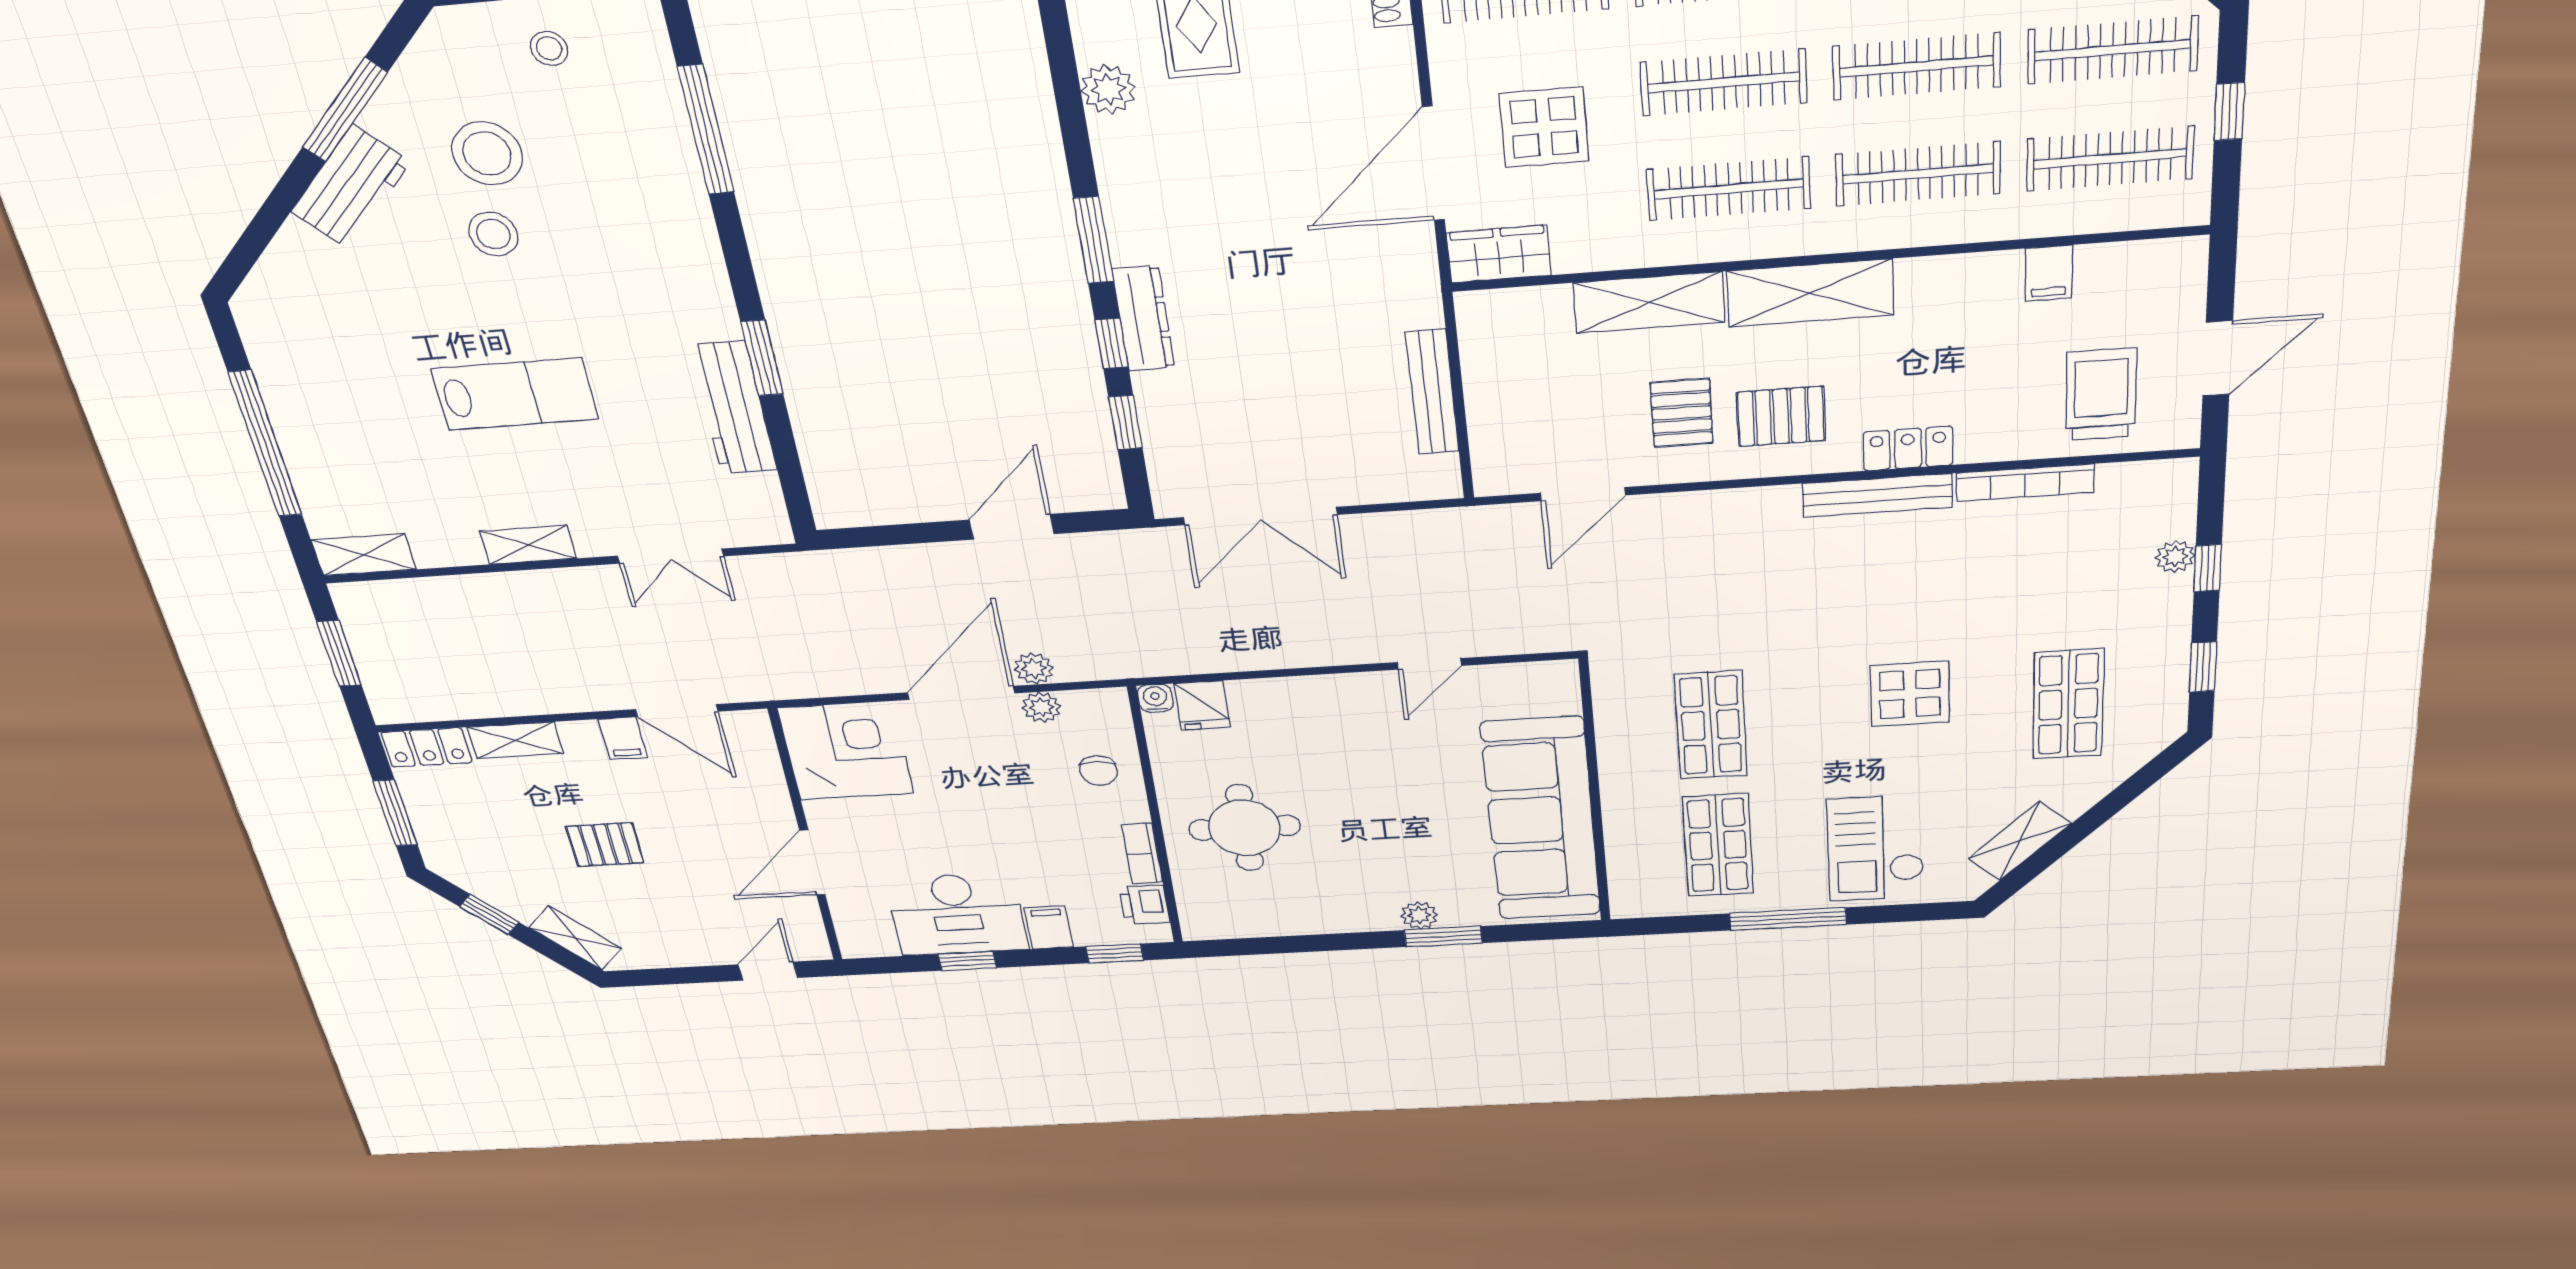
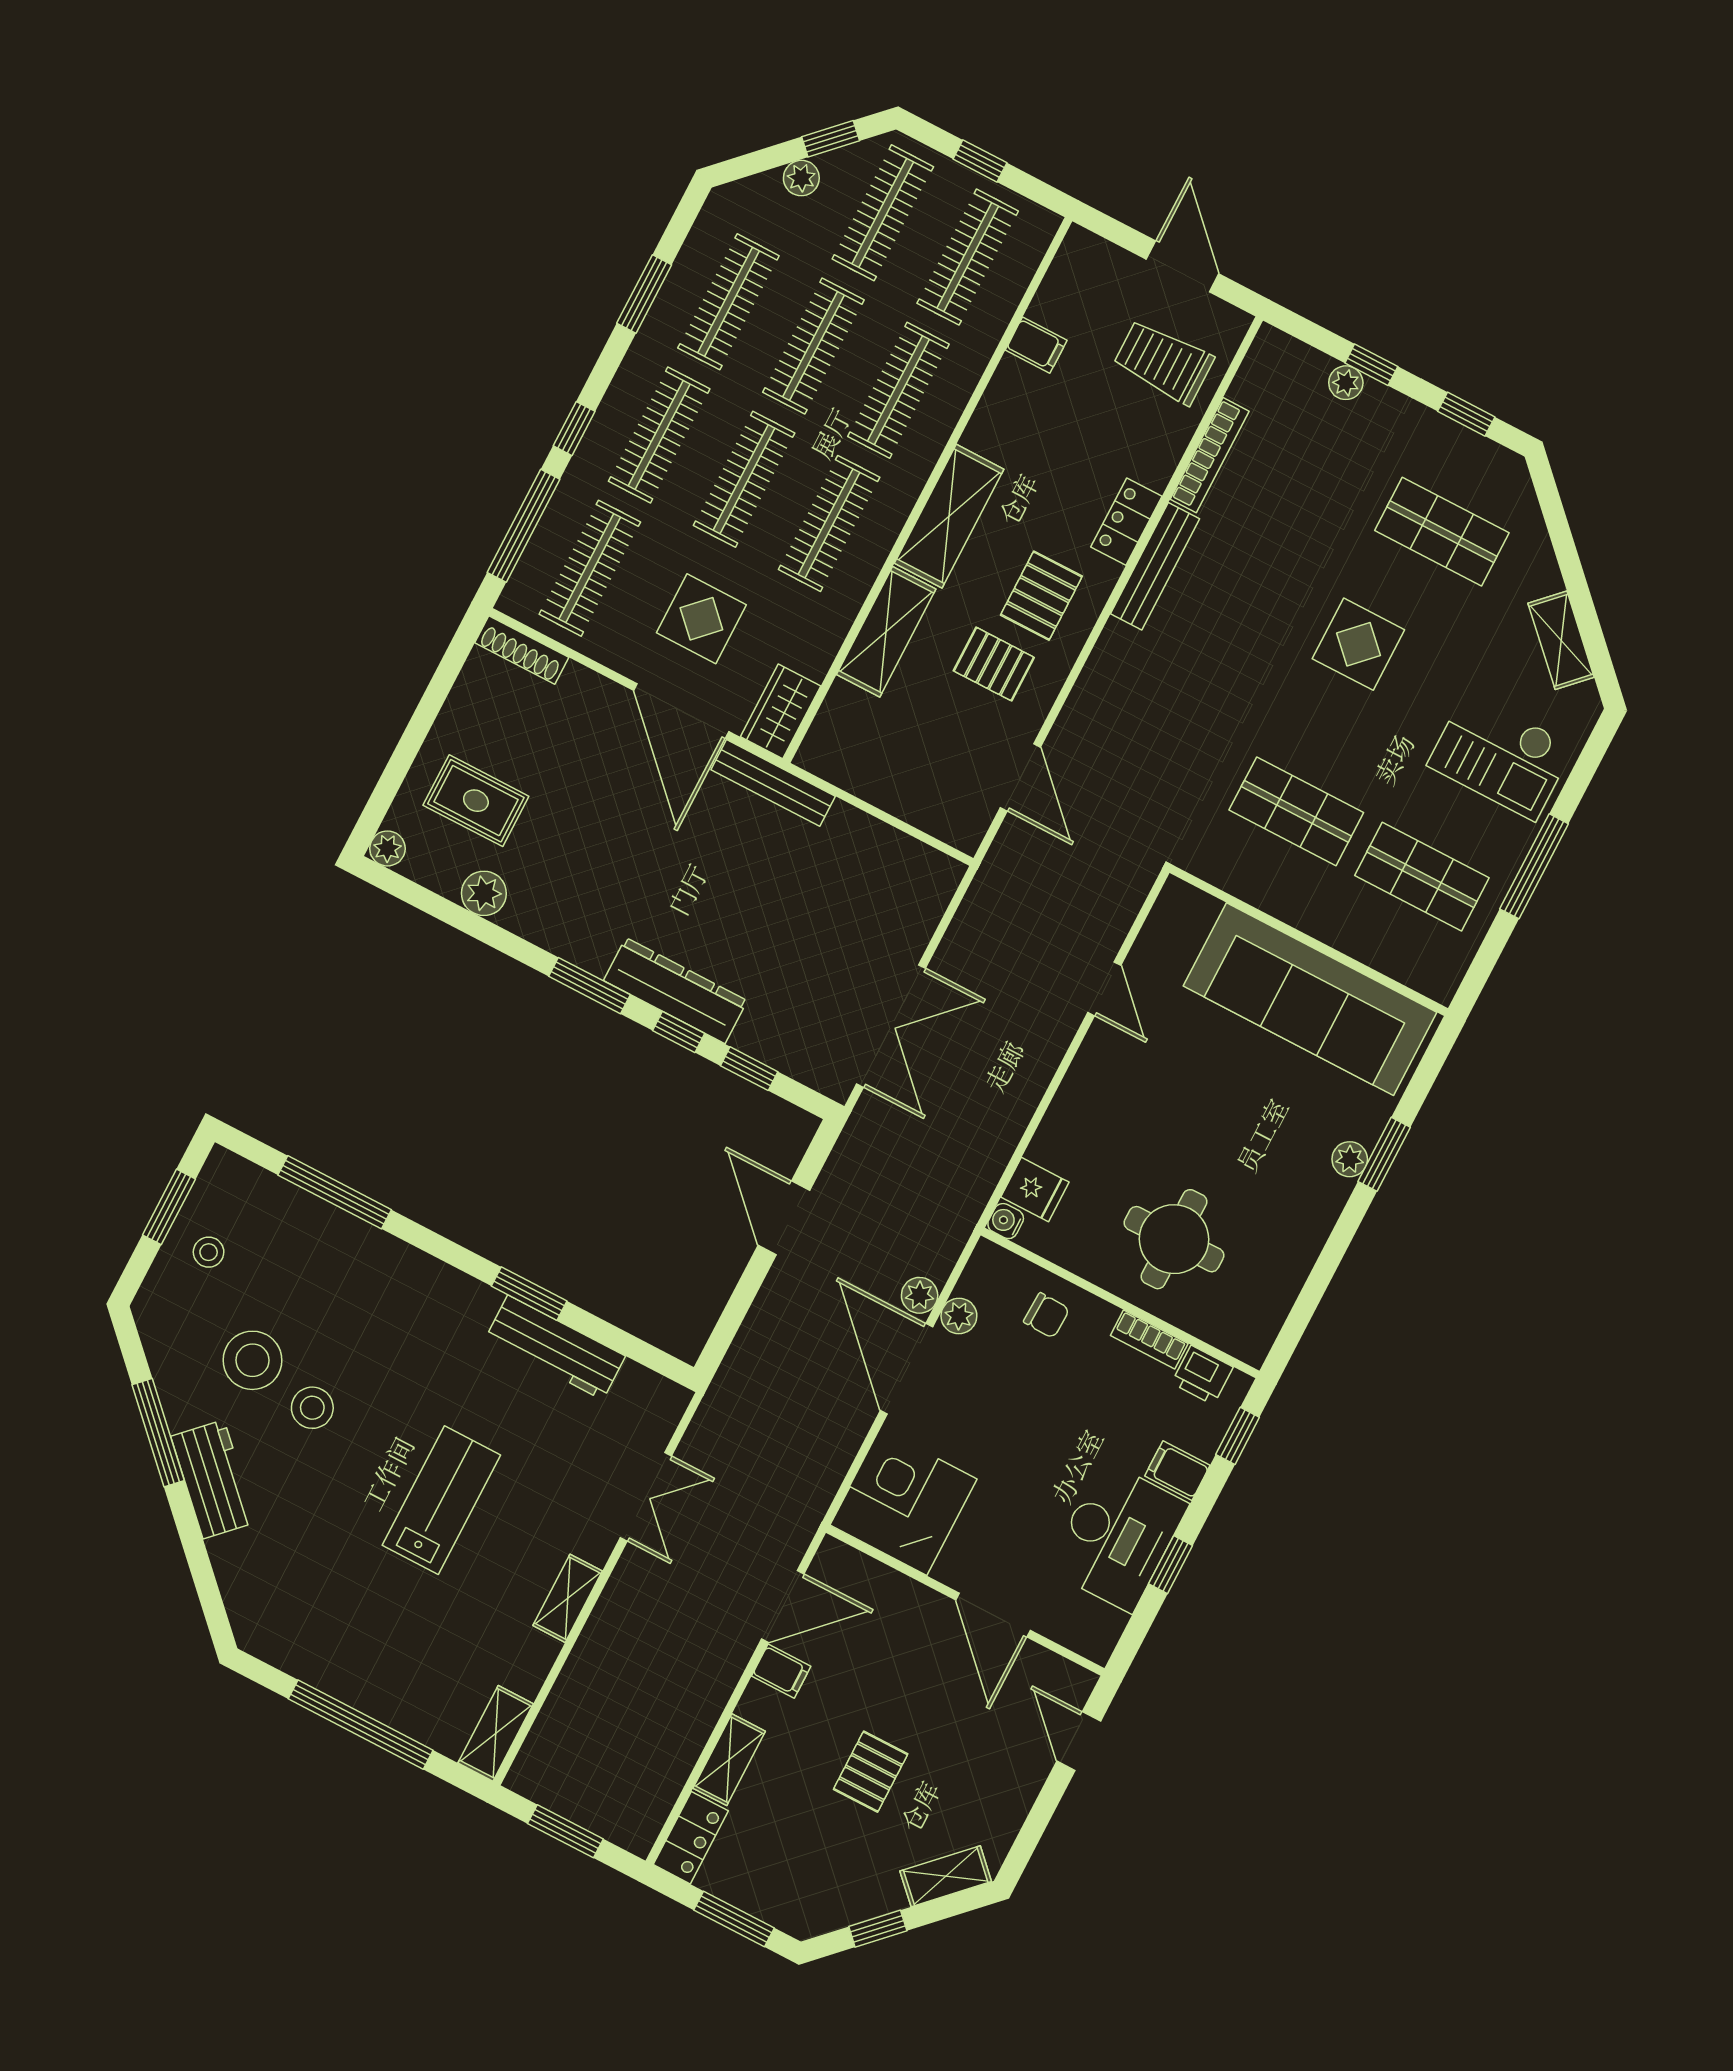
dresser: (1143, 319) -> (675, 991), width x1.37, depth x1.24
bench: (1432, 392) -> (773, 783), moved

